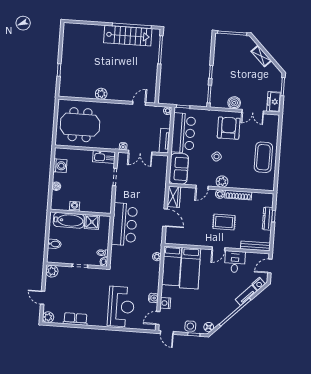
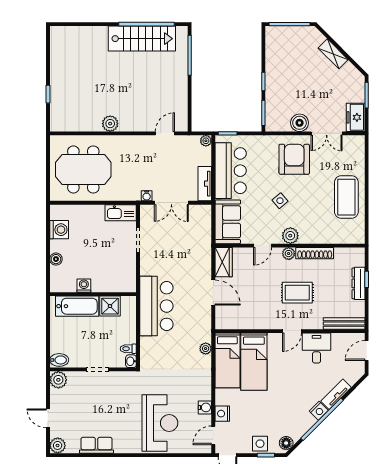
bidet: (54, 244) -> (59, 360), moved
nightstand: (259, 284) -> (319, 411), moved

